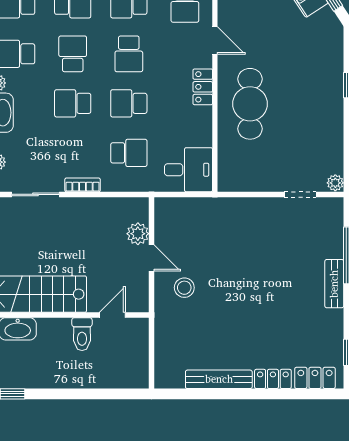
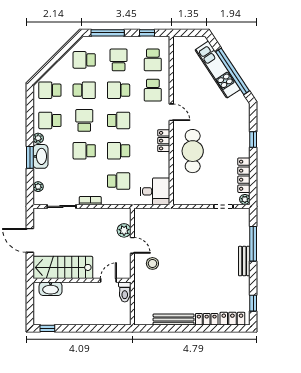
school desk: (129, 54) -> (119, 120), turned -90
locker: (334, 143) -> (244, 175), added
toilet: (82, 334) -> (125, 292), moved

